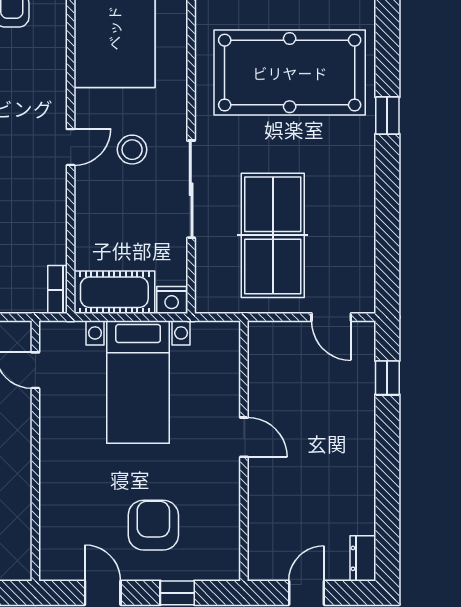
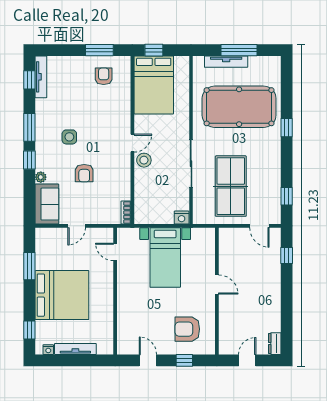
stool: (132, 150) -> (144, 160), moved
window: (387, 256) -> (287, 196), added
cot: (114, 292) -> (154, 214), removed
armchair: (153, 525) -> (187, 329), moved, turned -90

